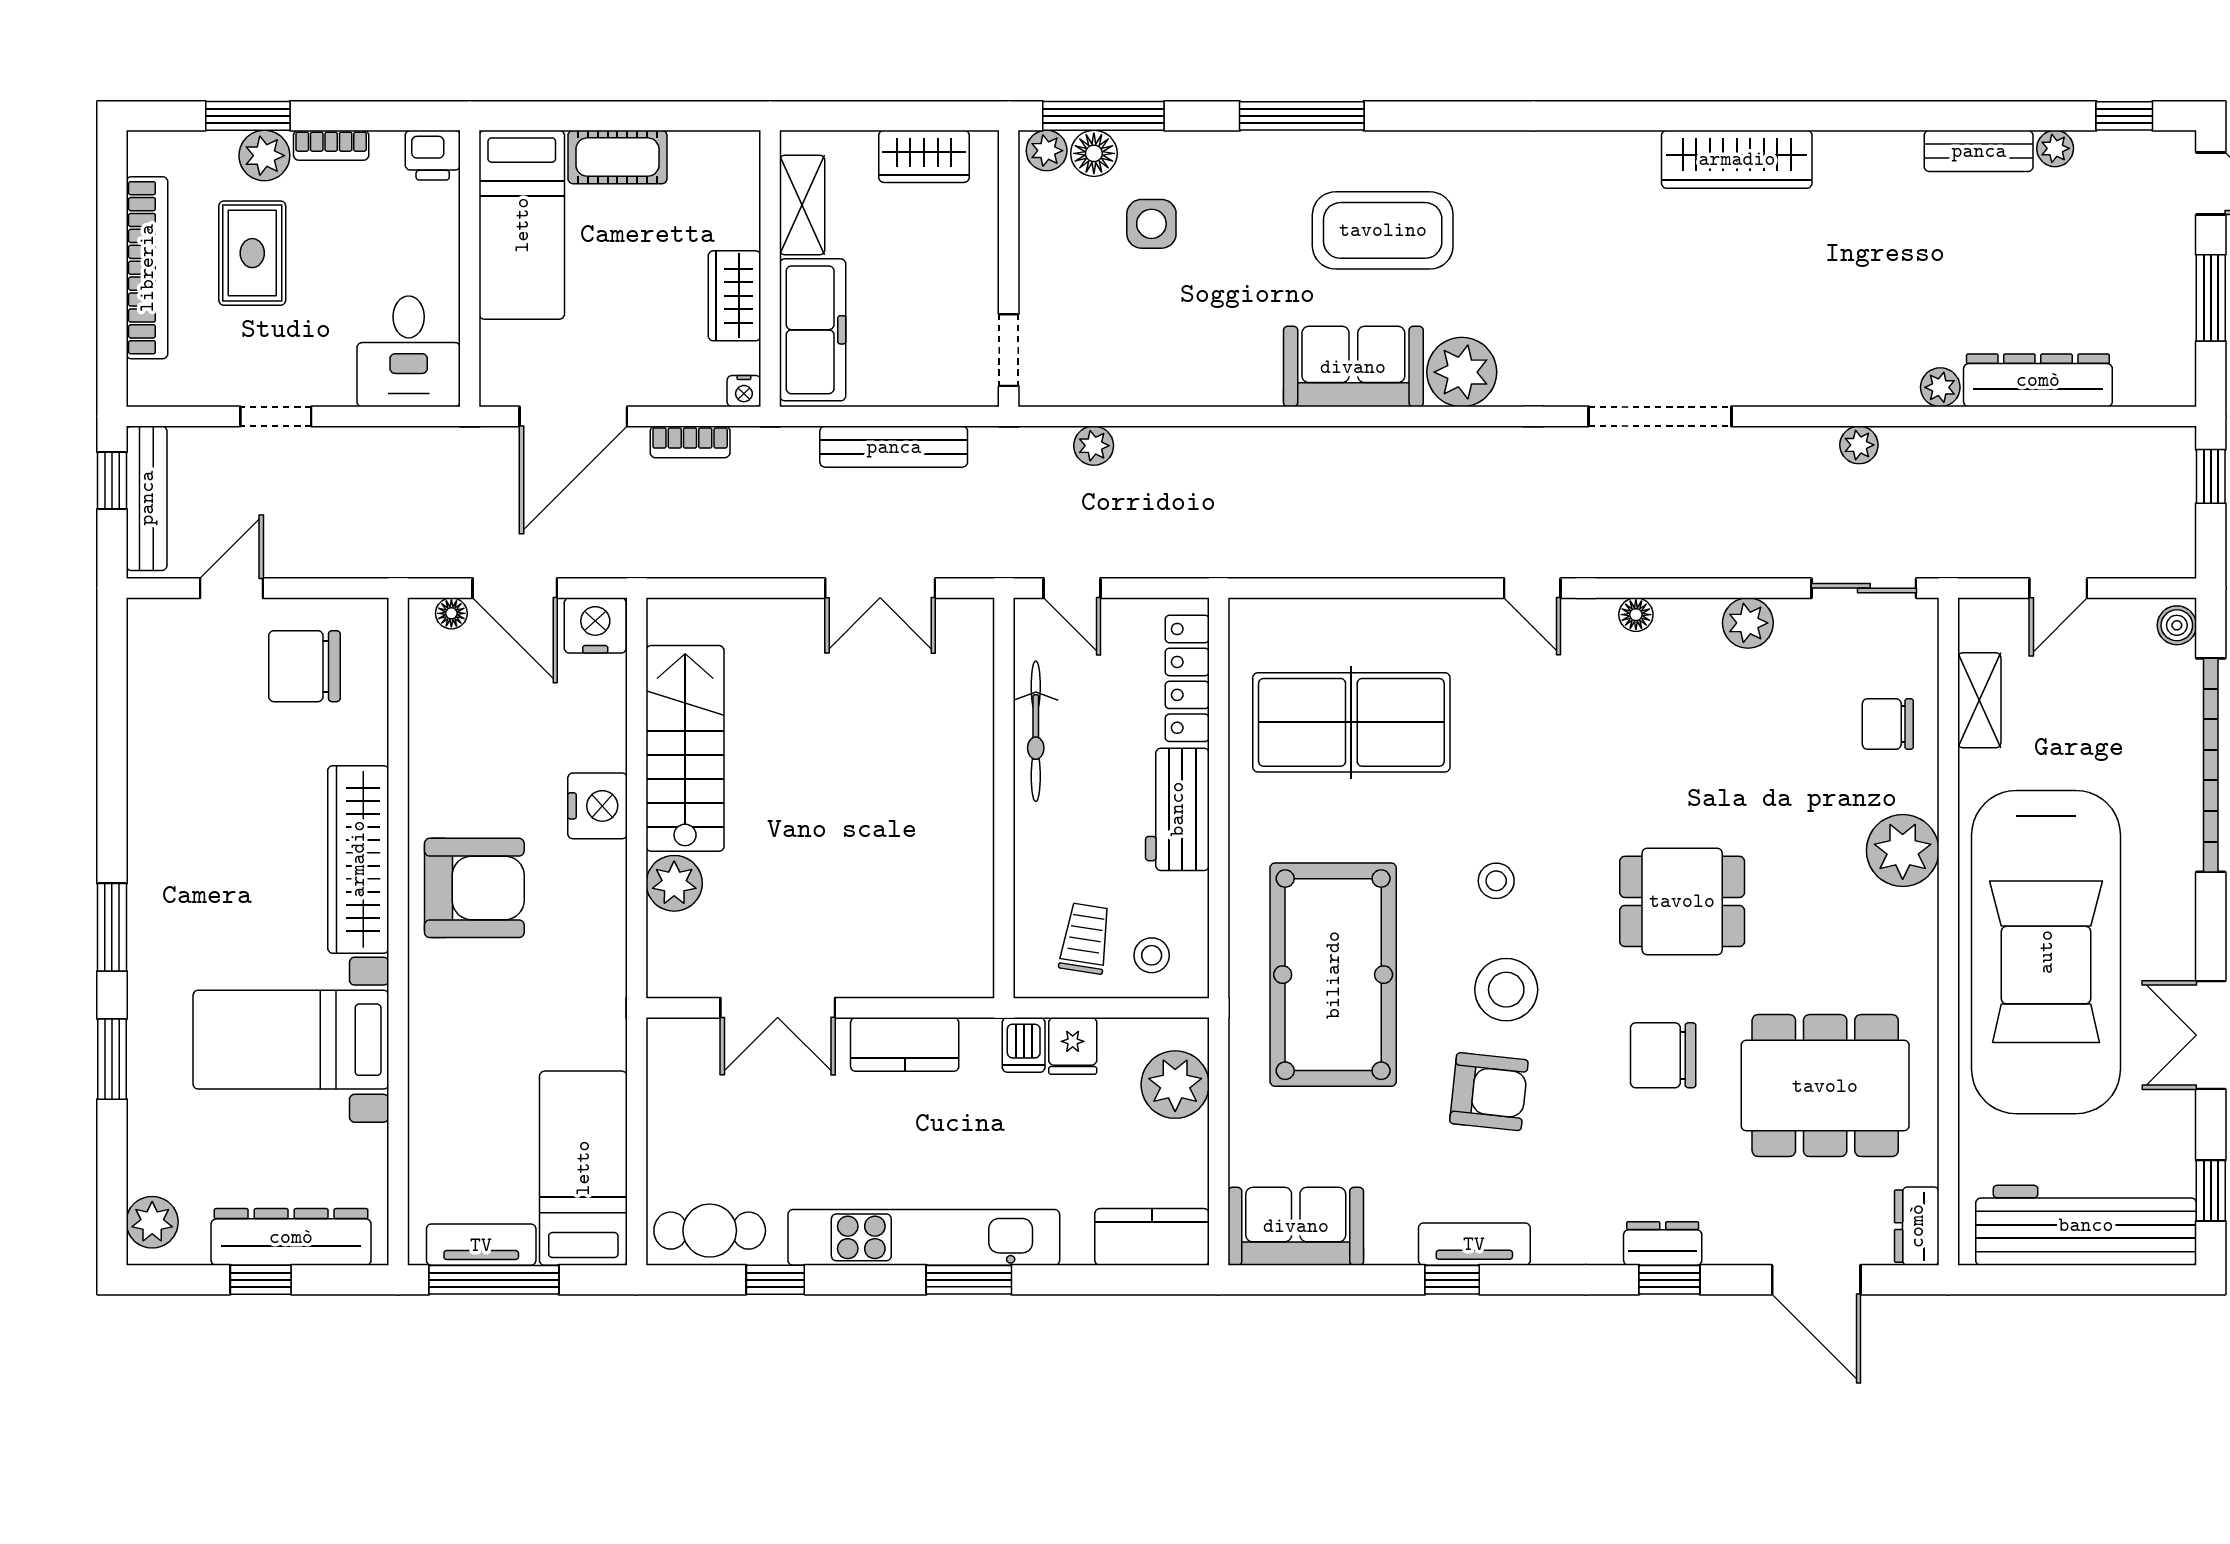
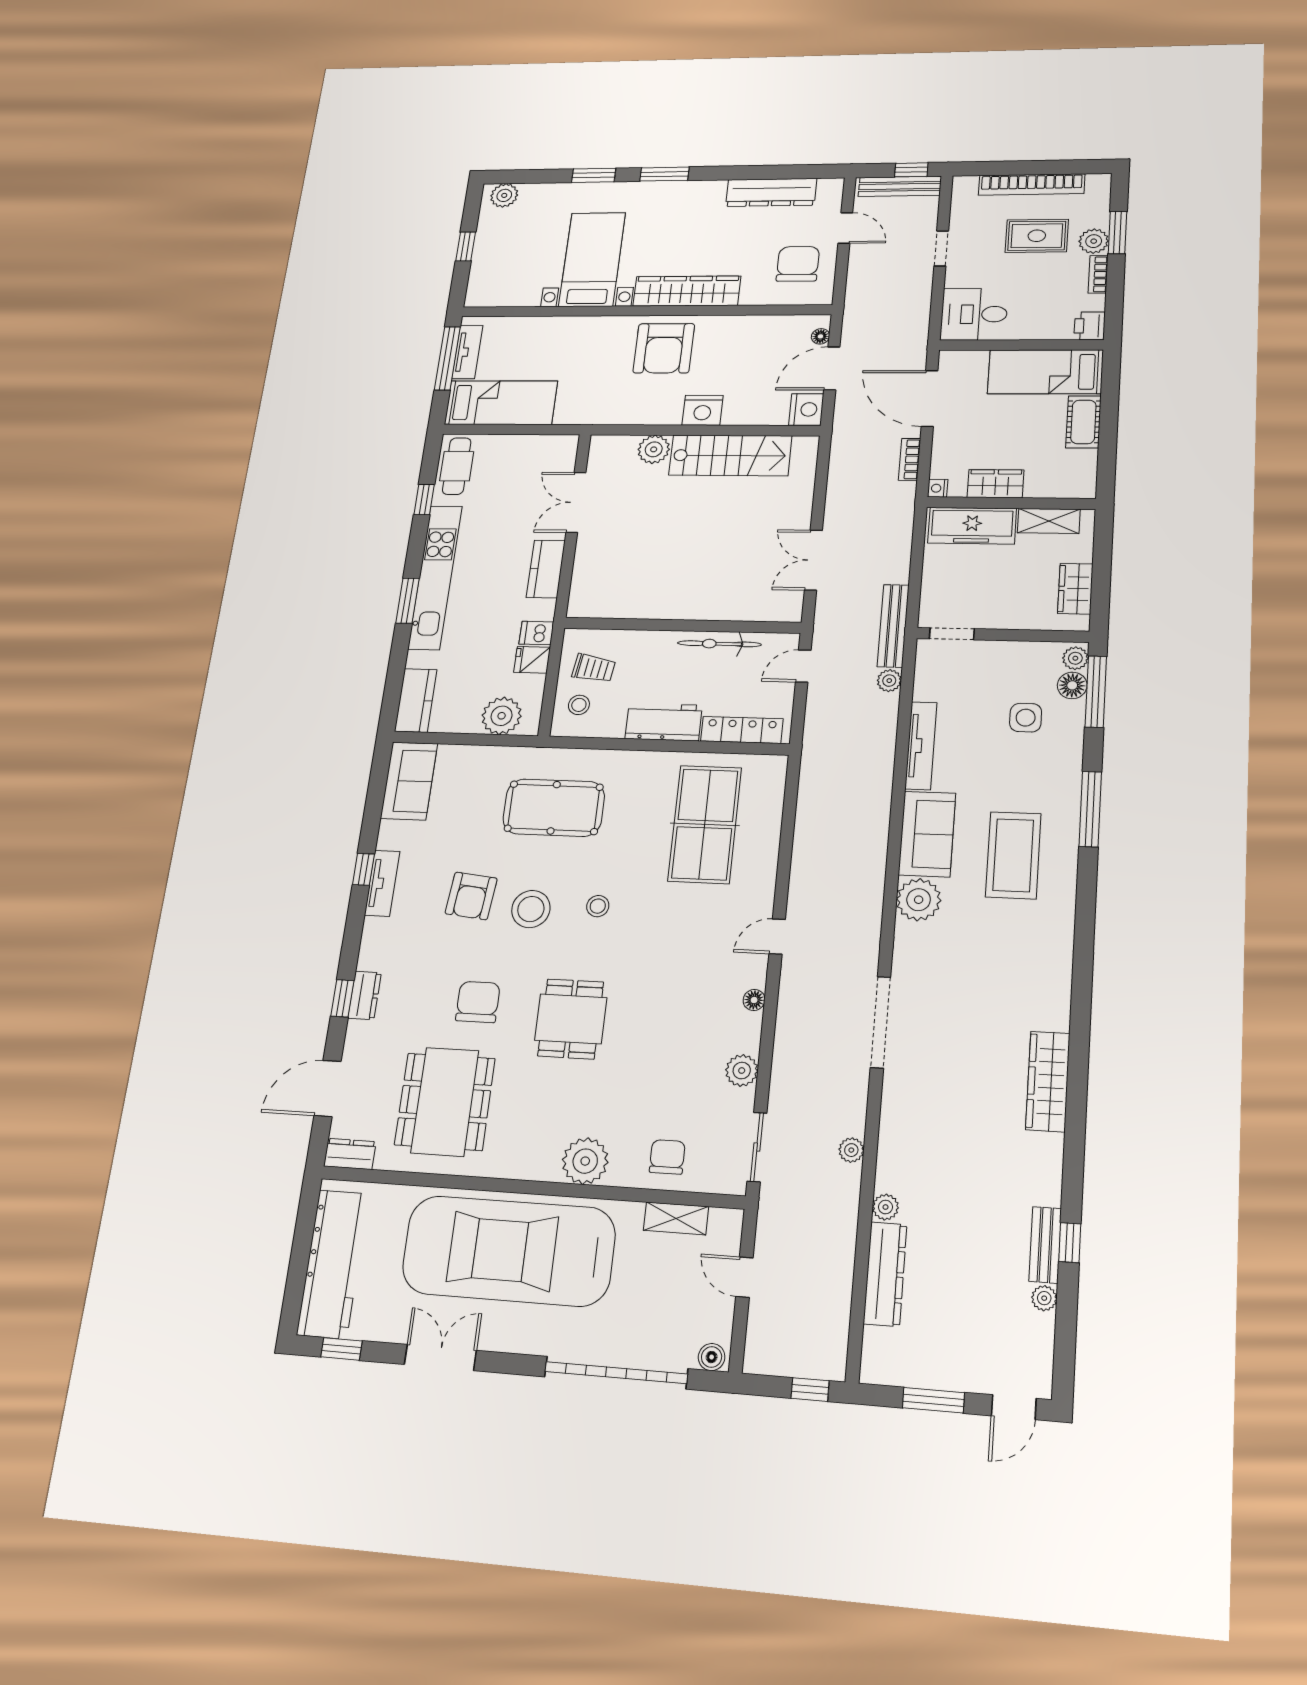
window: (2124, 116) -> (1070, 1243), moved
tv unit: (1205, 387) -> (921, 746), added
bench: (894, 447) -> (893, 626), moved
pool table: (1333, 975) -> (554, 808), width x0.73, depth x0.76
dresser: (291, 1237) -> (771, 192), moved, turned 90

